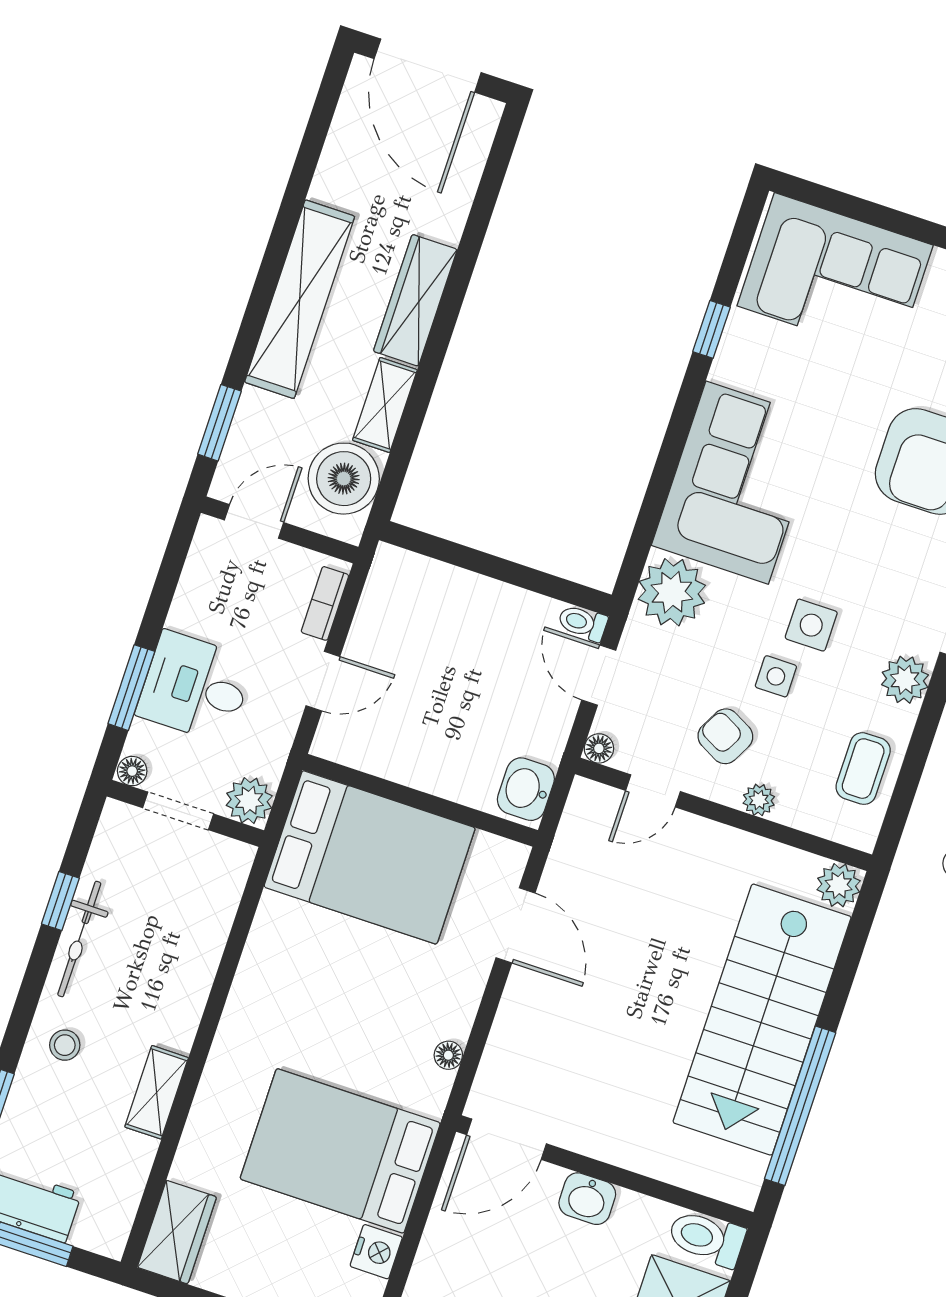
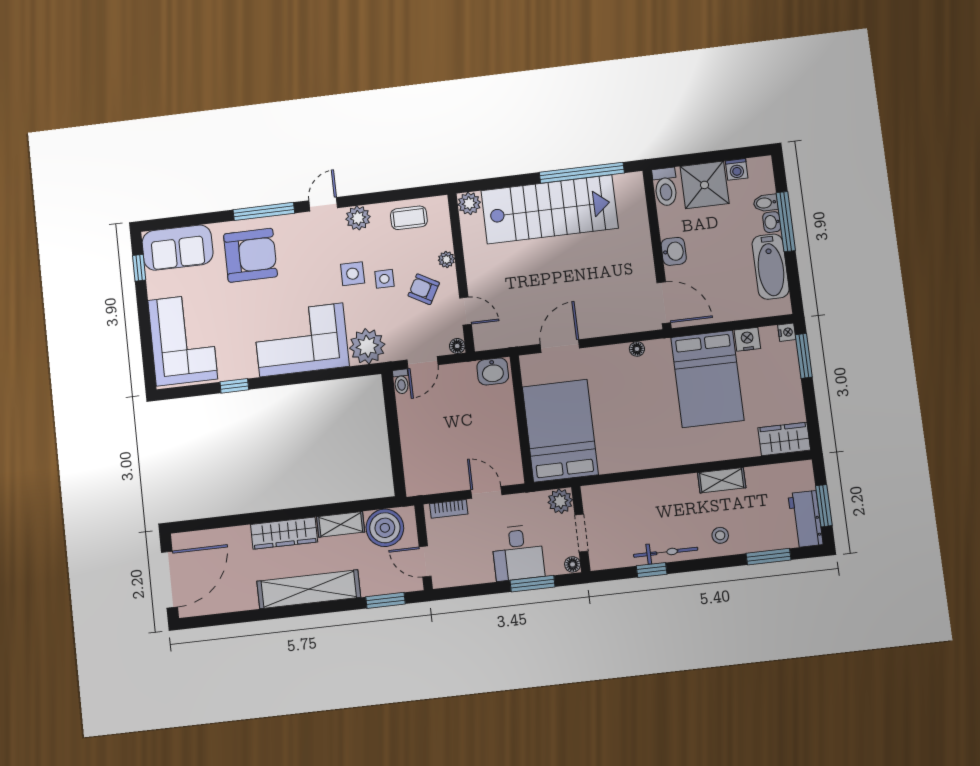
armchair: (725, 736) -> (424, 289), turned 91

